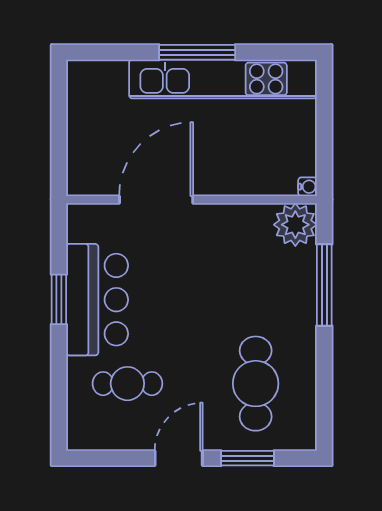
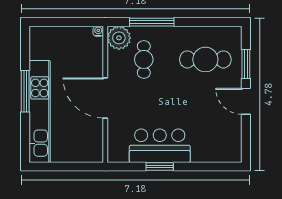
kitchen unit: (223, 79) -> (40, 111), moved
door: (156, 200) -> (105, 98), moved
cafe table: (127, 384) -> (144, 59), moved

